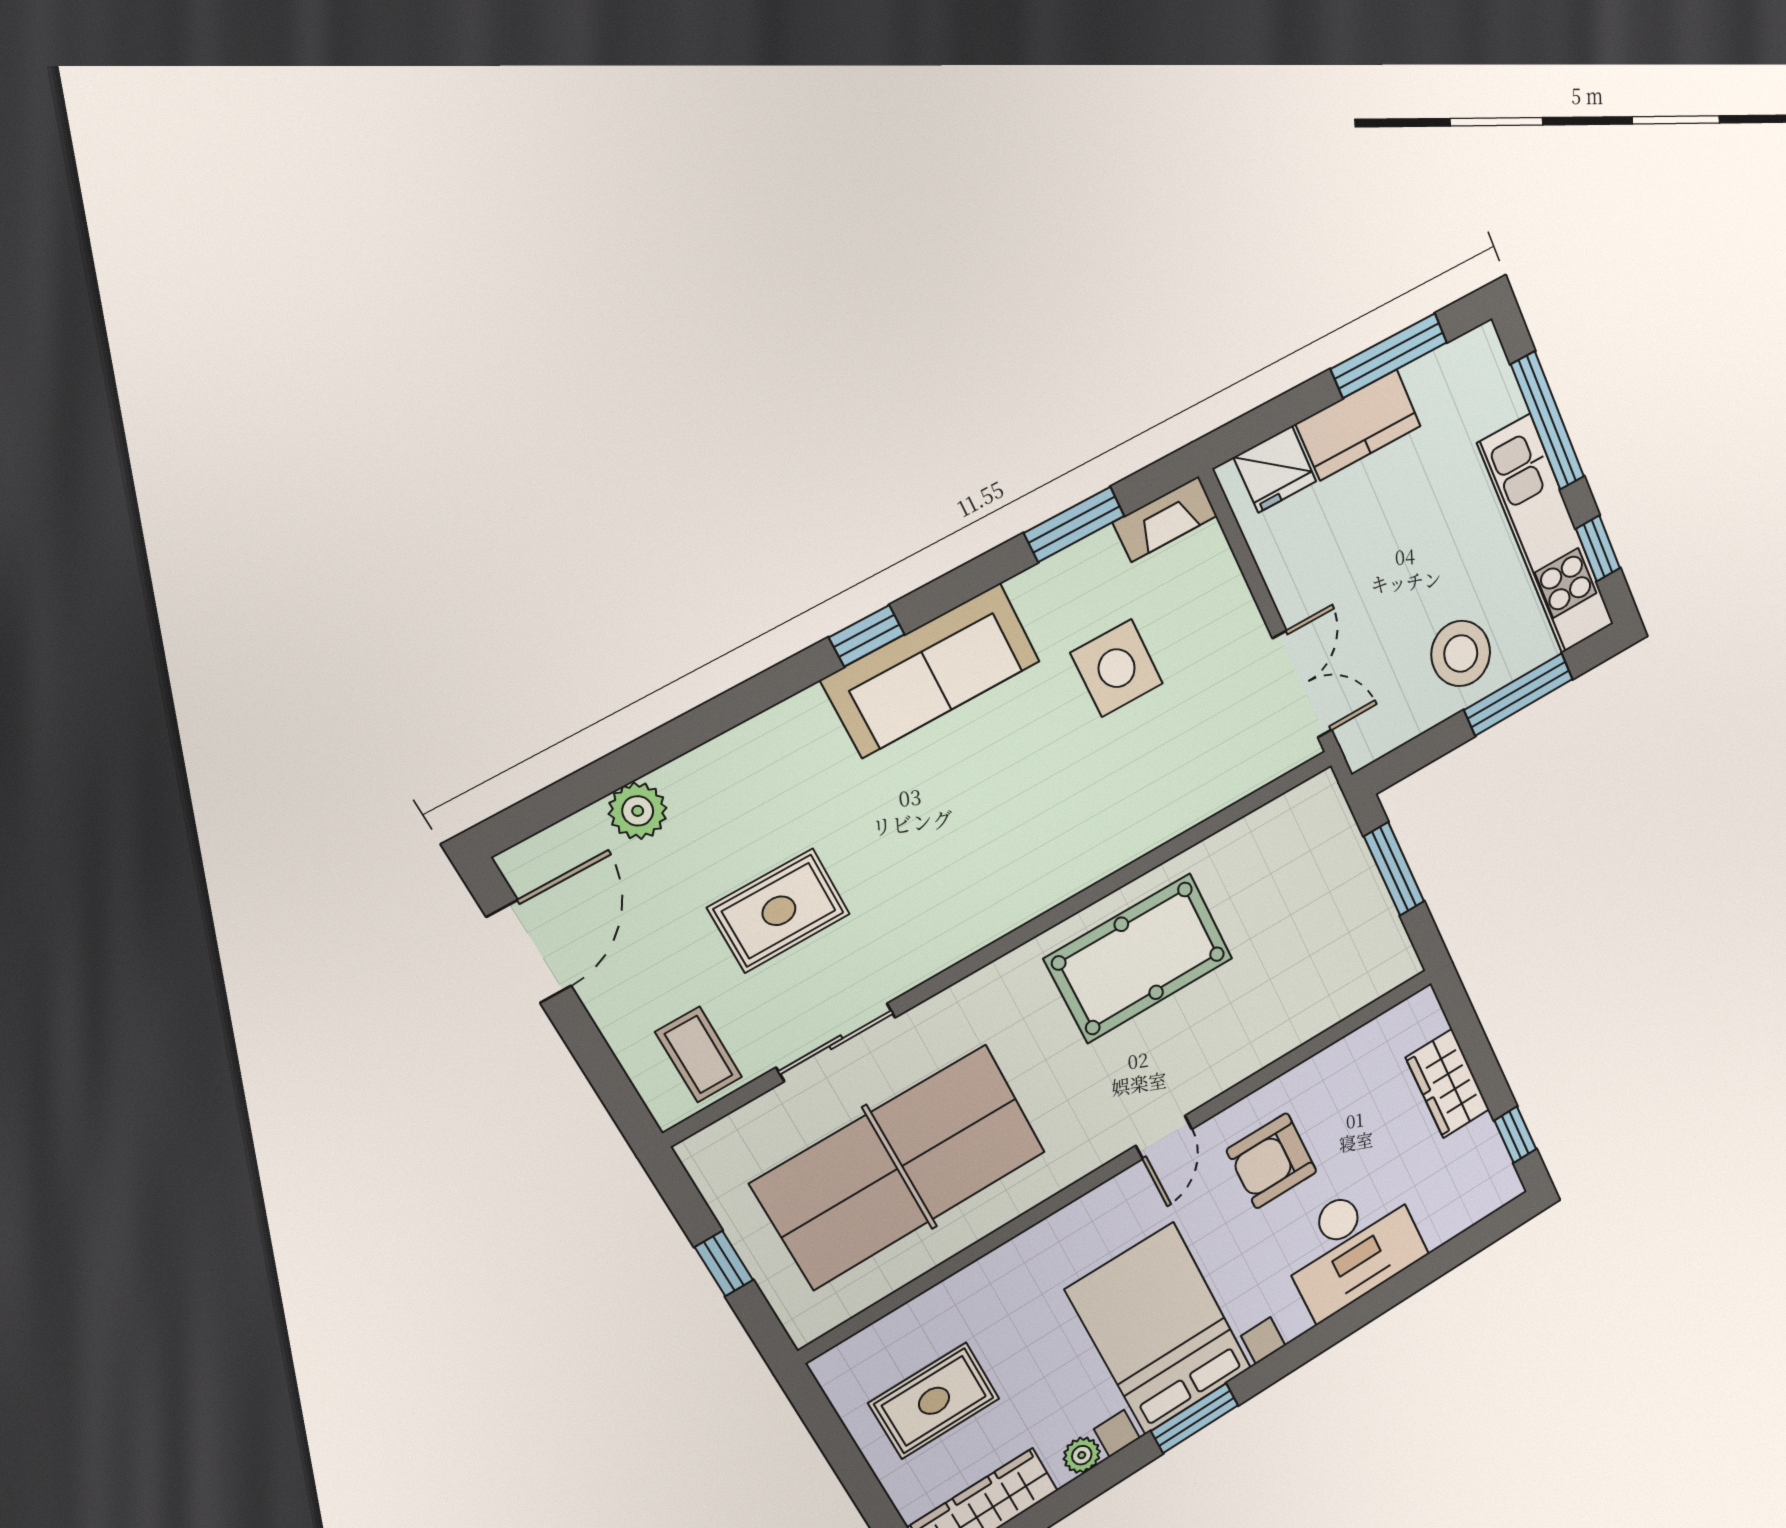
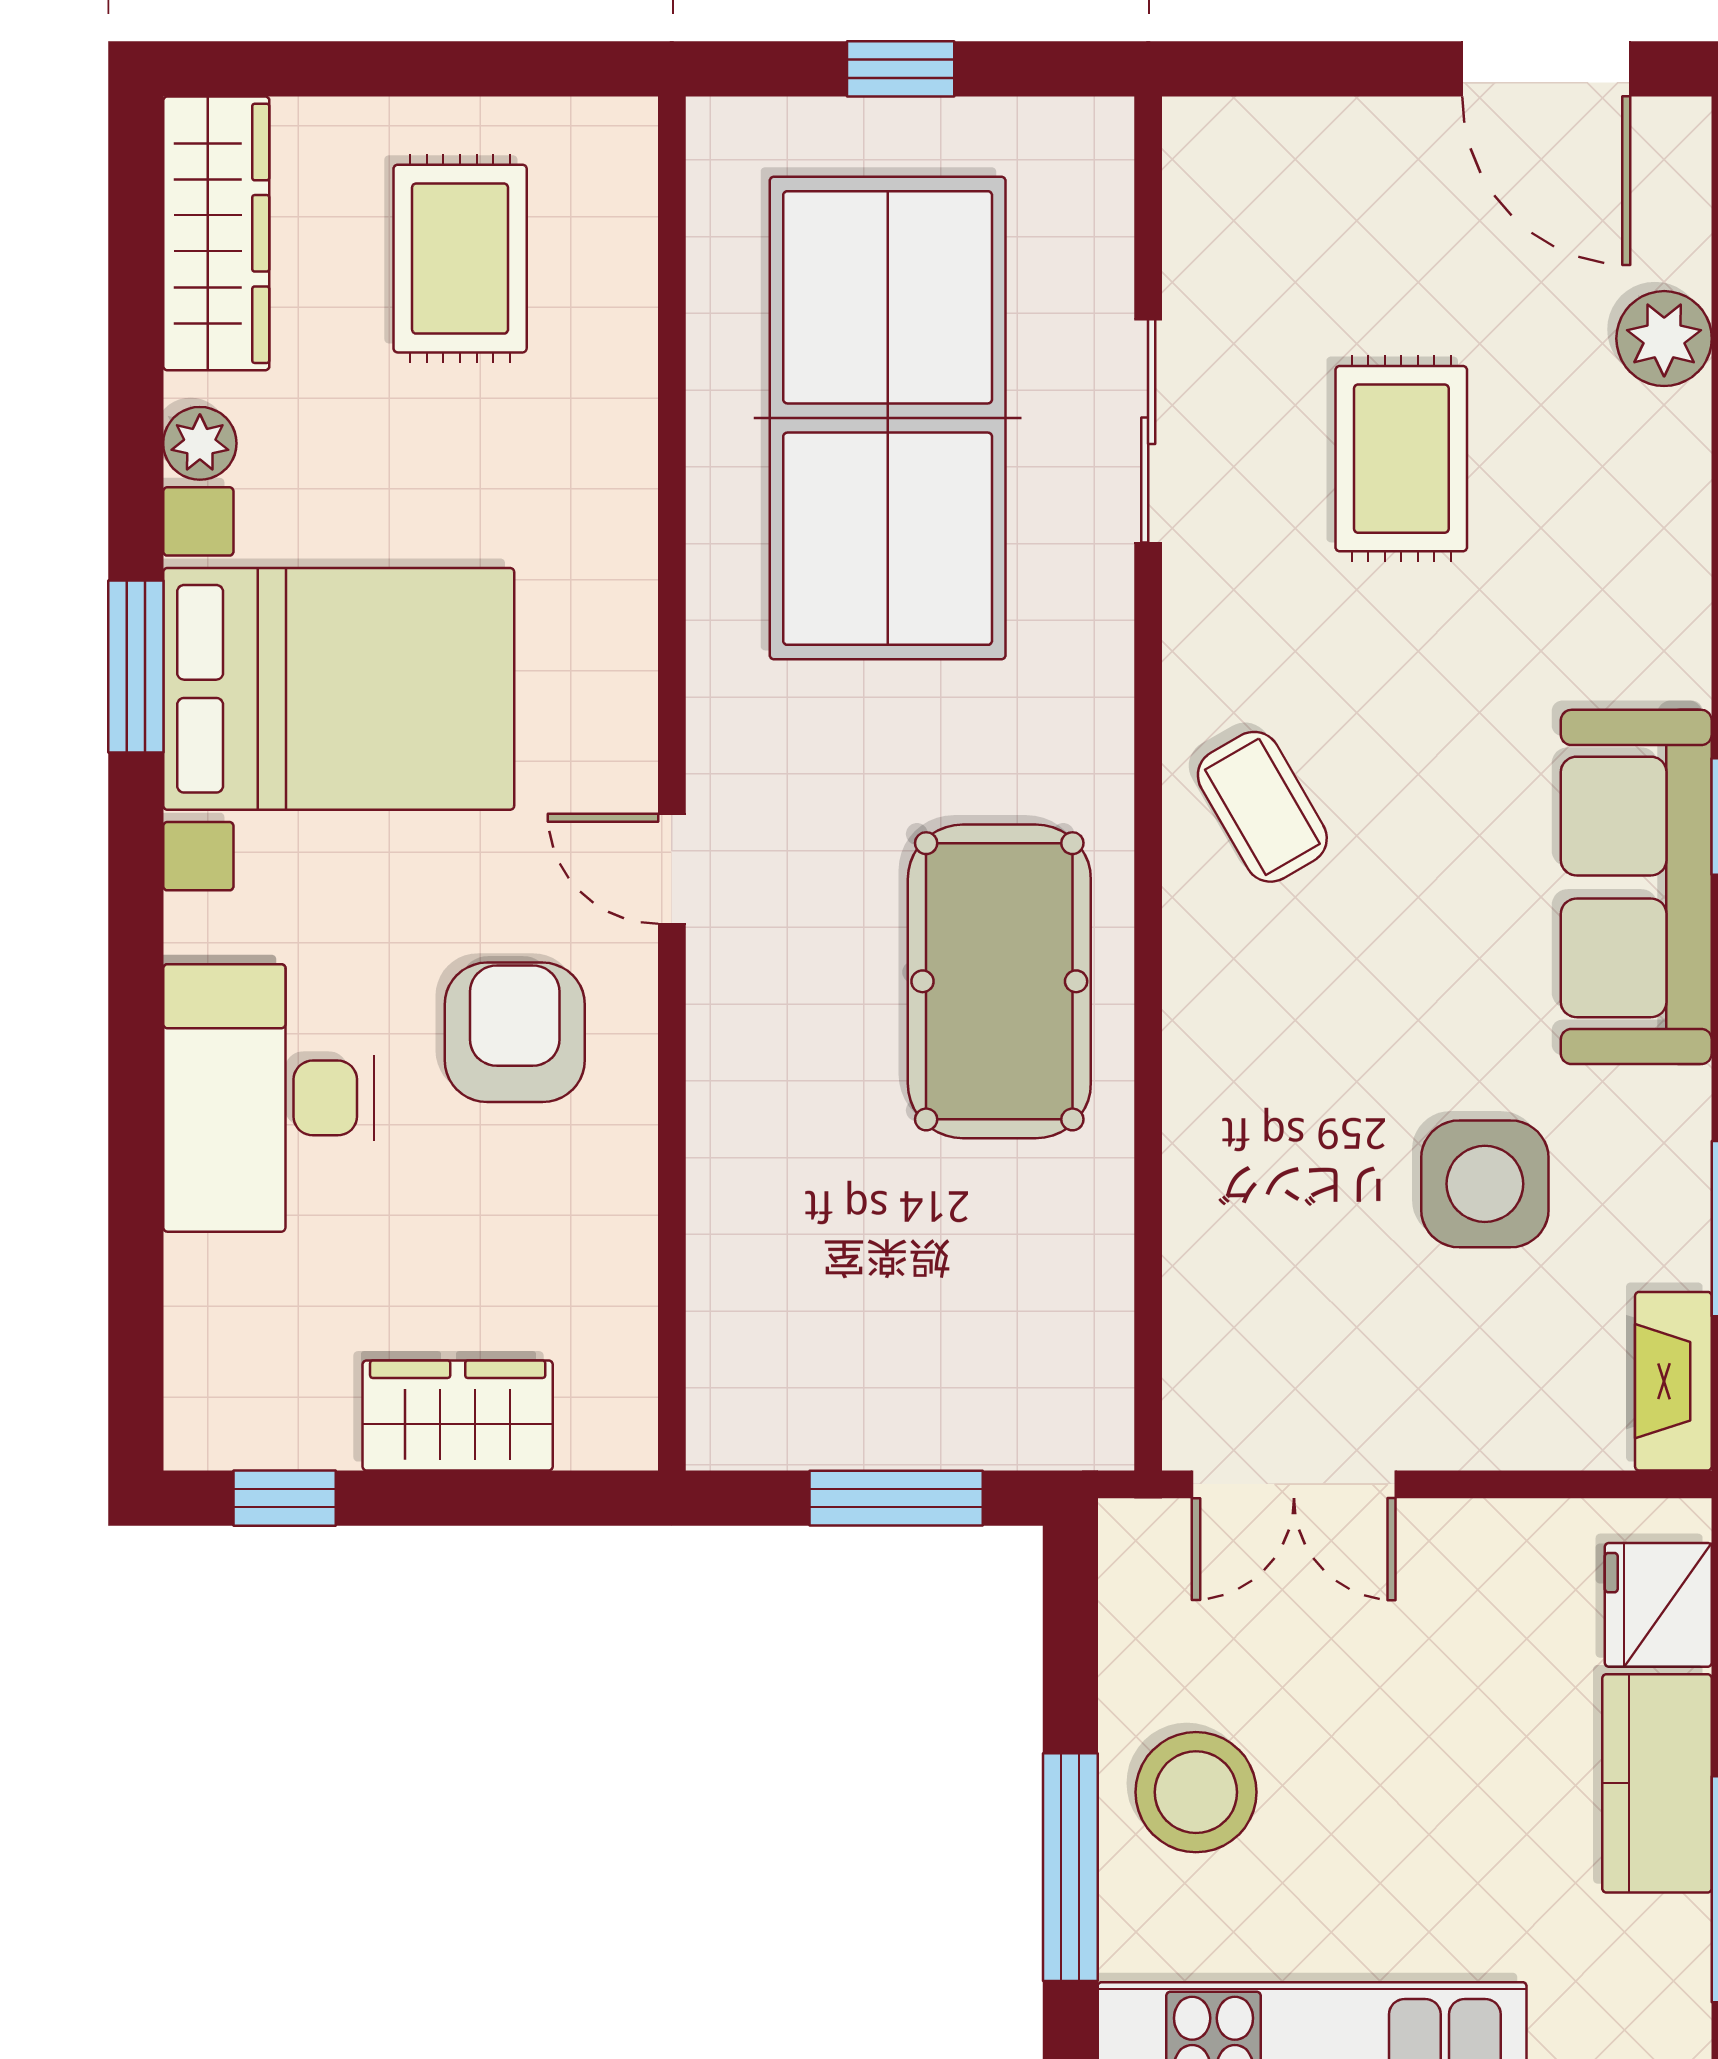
coffee table: (699, 1055) -> (1262, 807), moved, turned 60

